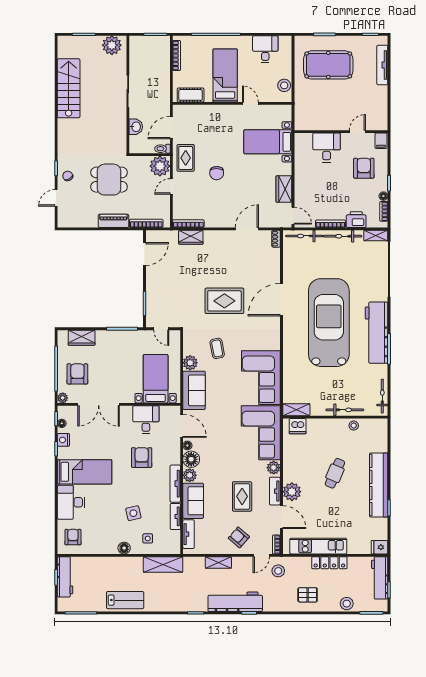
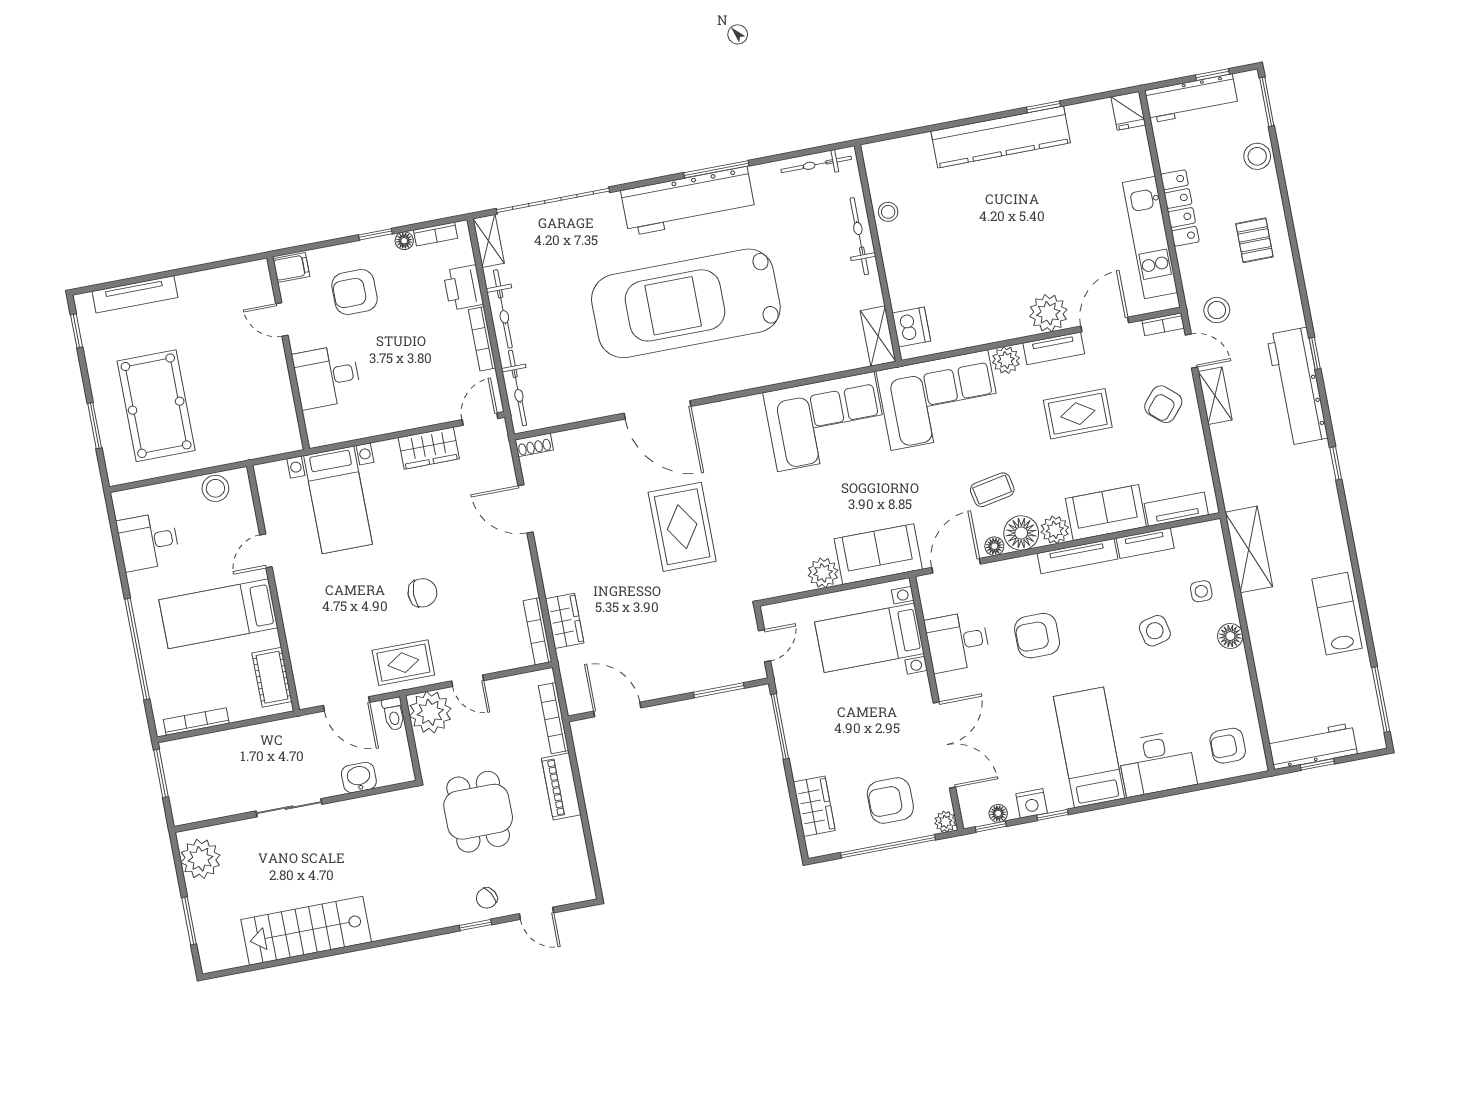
coffee table: (217, 348) -> (992, 490), moved
cafe table: (335, 473) -> (994, 232), removed
shelving: (218, 562) -> (1215, 396), moved

